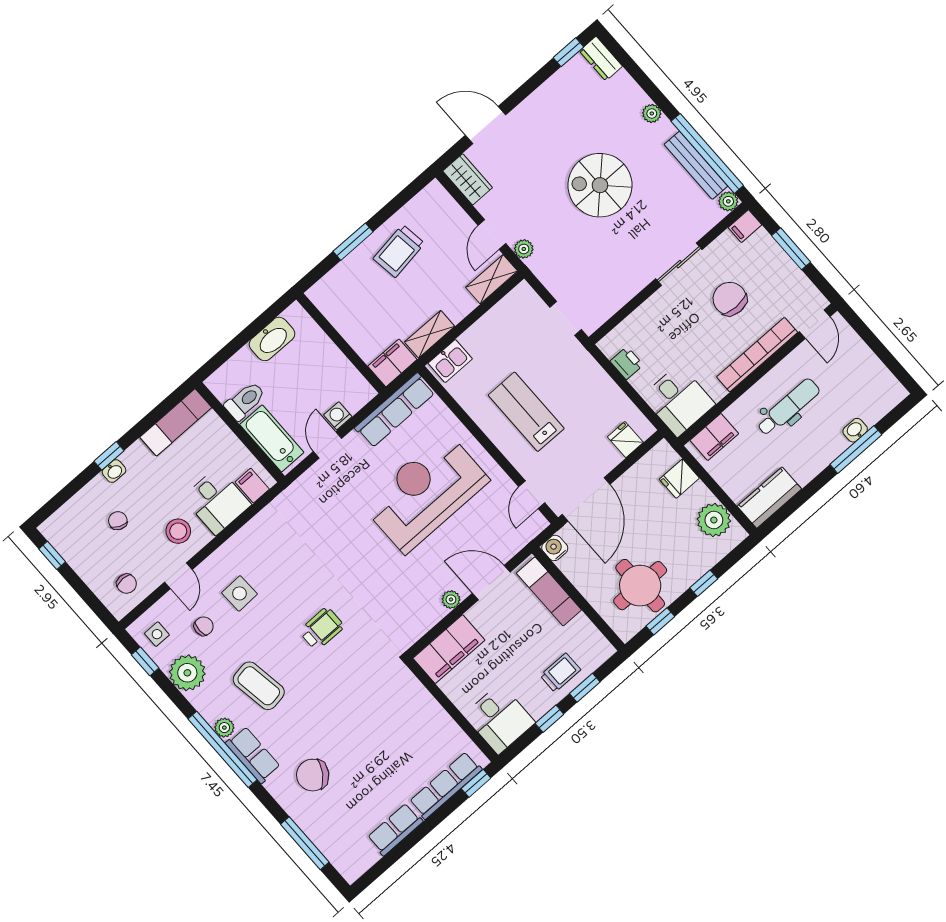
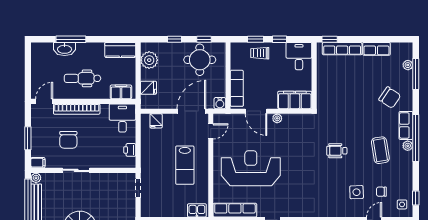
washbasin: (855, 430) -> (65, 49), width x1.91, depth x1.45
reception desk: (425, 492) -> (251, 168), turned 180
plant: (187, 673) -> (408, 65), moved, width x0.53, depth x0.53

